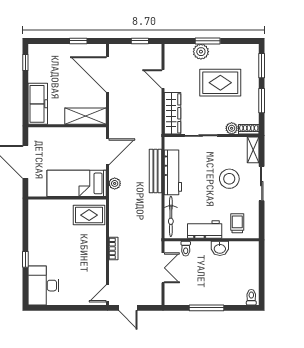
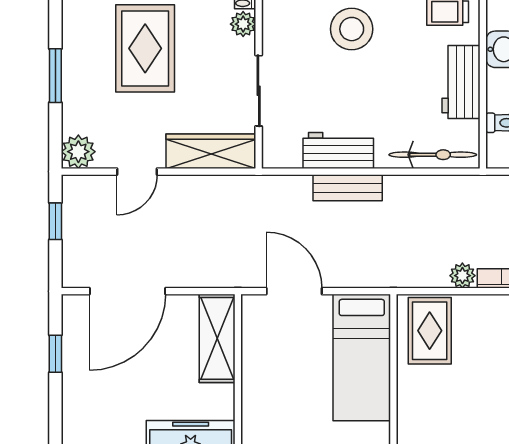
plant: (201, 52) -> (78, 152), moved
bench: (155, 171) -> (348, 188), width x0.73
workbench: (173, 172) -> (338, 150), width x0.73
plant: (115, 183) -> (462, 276), moved

